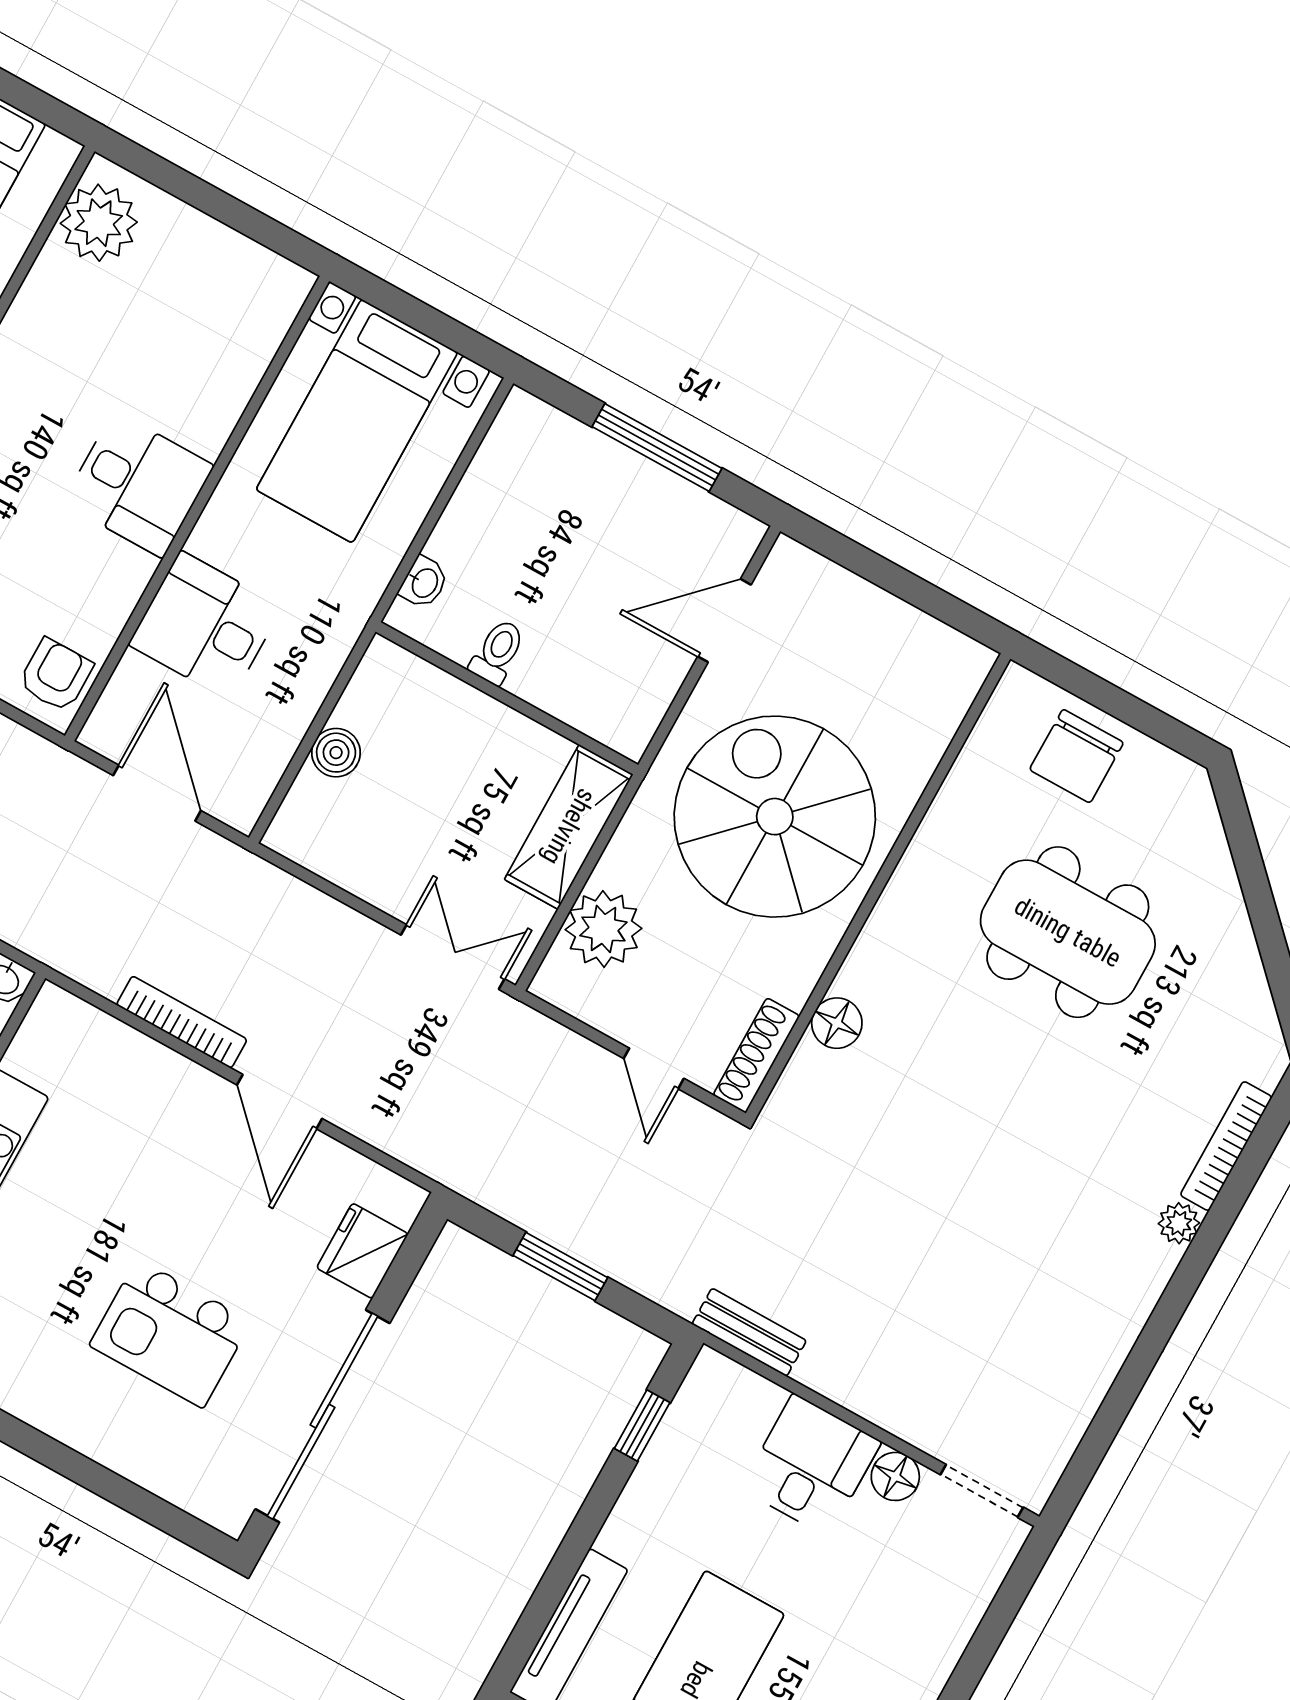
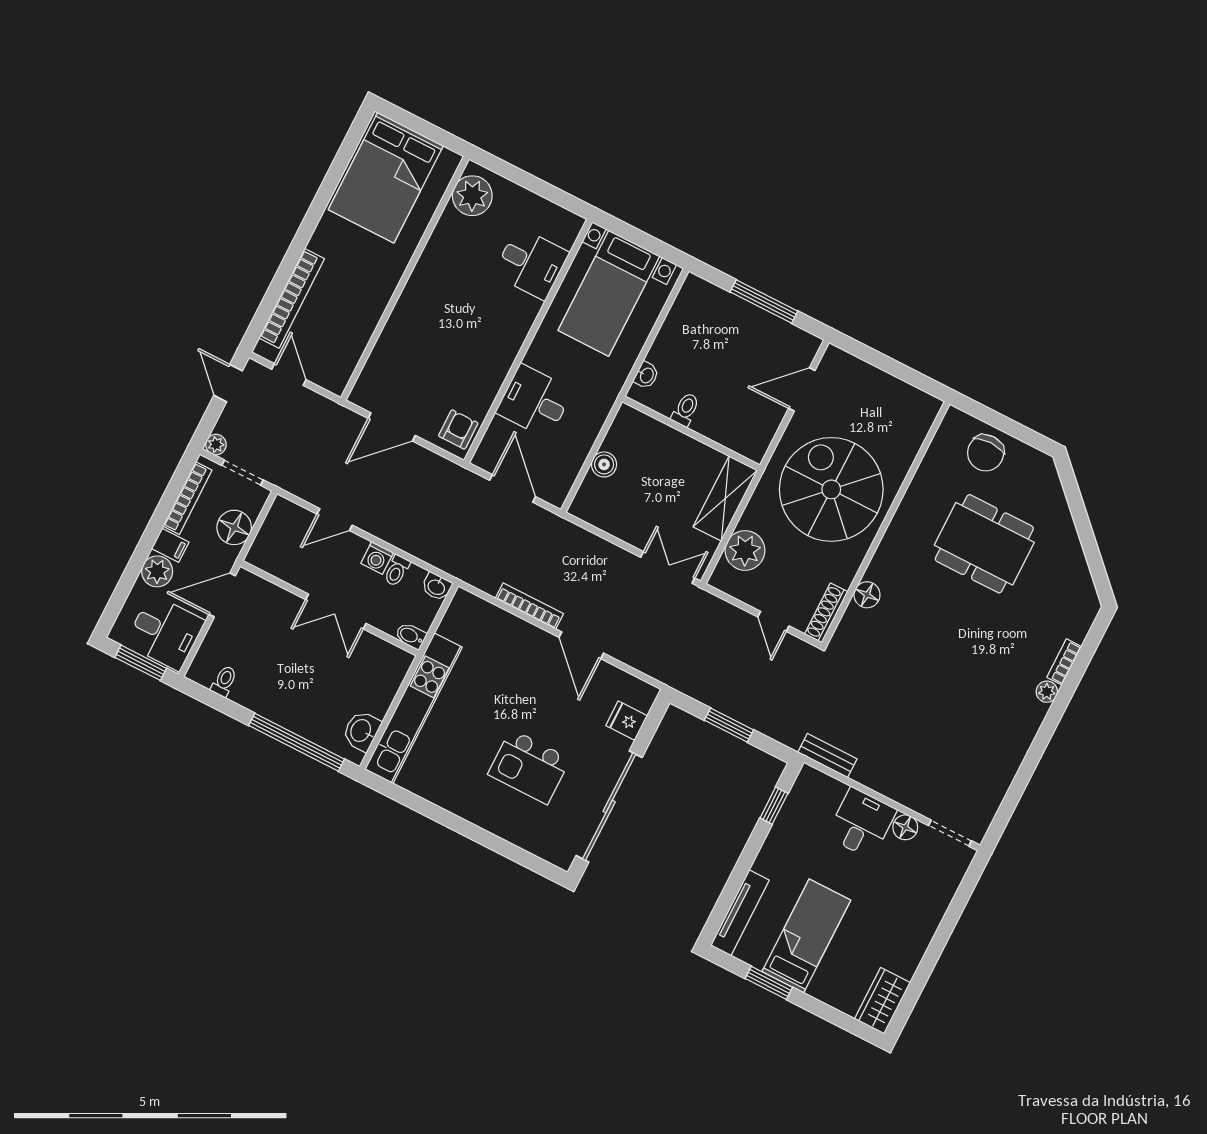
desk: (138, 484) -> (531, 263), moved
bookcase: (1226, 1146) -> (1064, 662), width x0.64
fridge: (362, 1251) -> (627, 721), width x0.72

